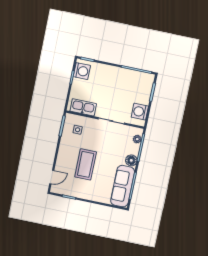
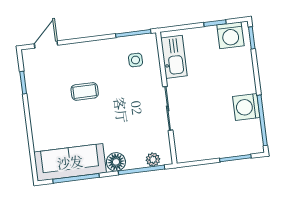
washing machine: (140, 112) -> (246, 107), moved, turned -90
coffee table: (86, 164) -> (85, 91), width x0.54, depth x0.58
door: (52, 177) -> (46, 44), swing flipped

